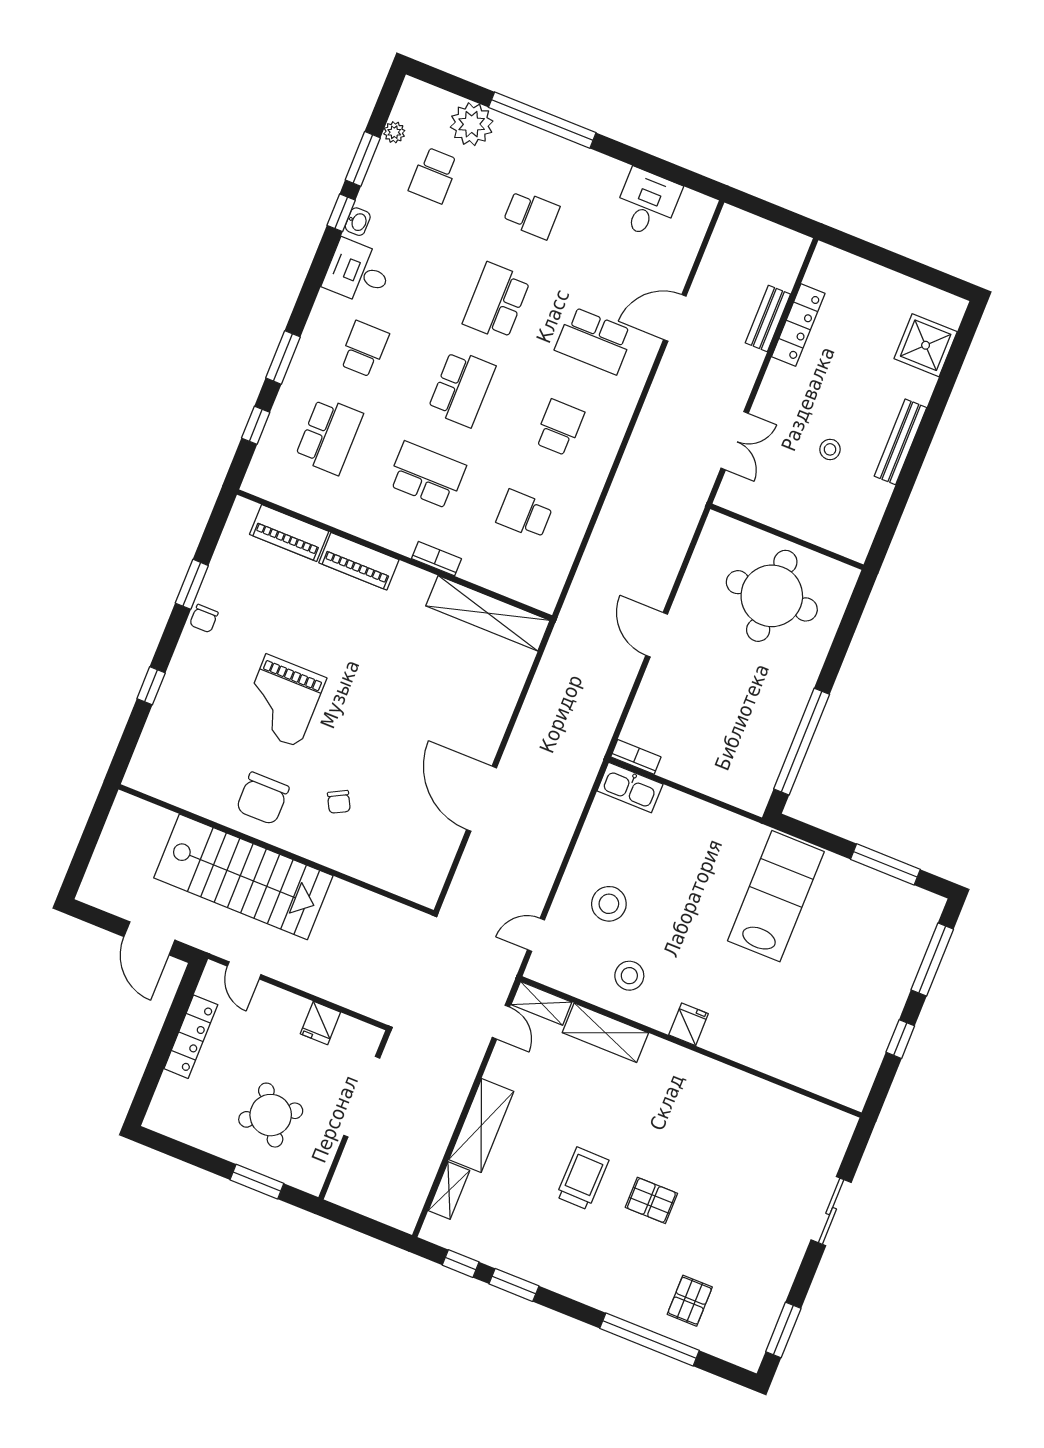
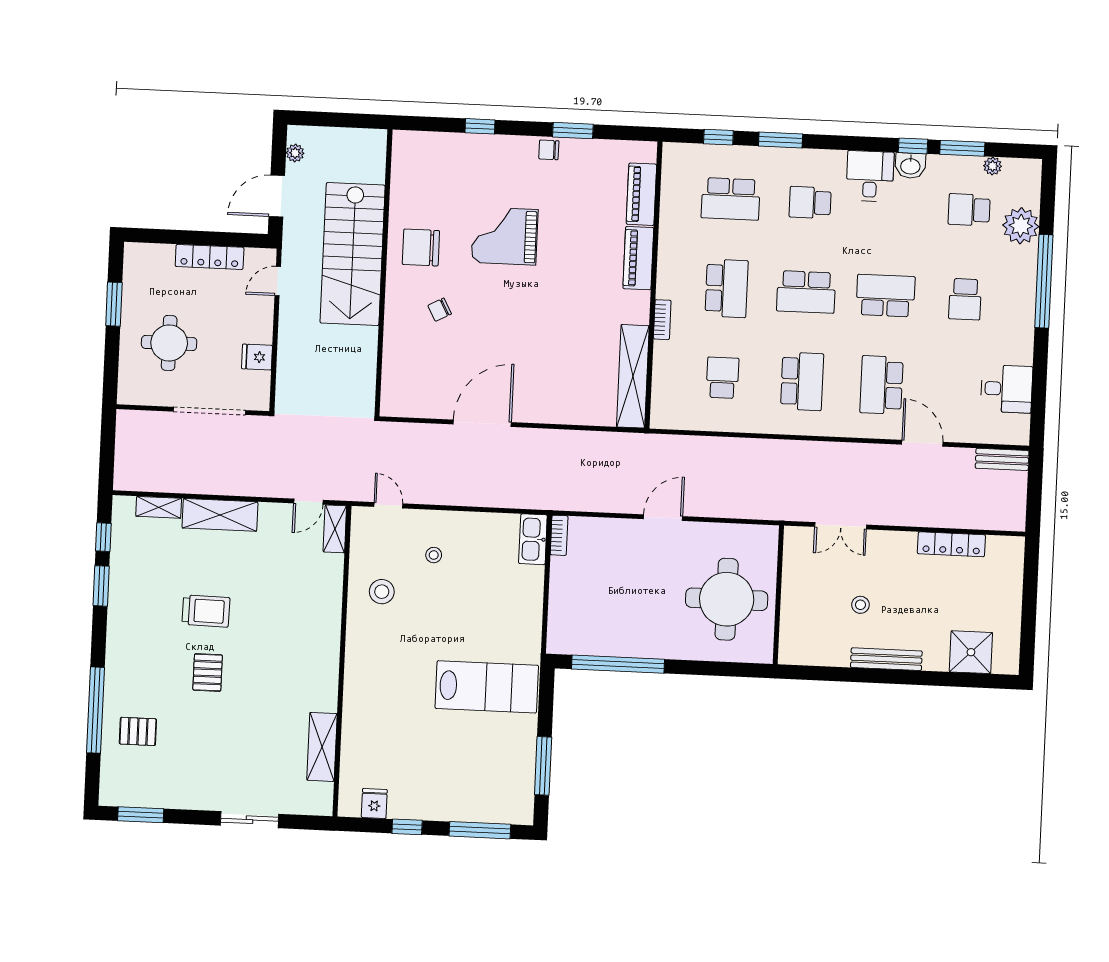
washbasin: (358, 222) -> (910, 166), width x1.38, depth x1.45
bench: (768, 318) -> (1002, 459), moved
school desk: (364, 349) -> (810, 203), turned 180
school desk: (559, 427) -> (802, 381), width x1.85
plant: (109, 901) -> (295, 153), added
stool: (609, 904) -> (434, 555), width x0.53, depth x0.53
fridge: (689, 1024) -> (374, 804), moved, turned -90
shelving: (605, 1033) -> (322, 747), moved
round table: (271, 1115) -> (169, 343), turned 32
window: (257, 1182) -> (114, 304), moved

